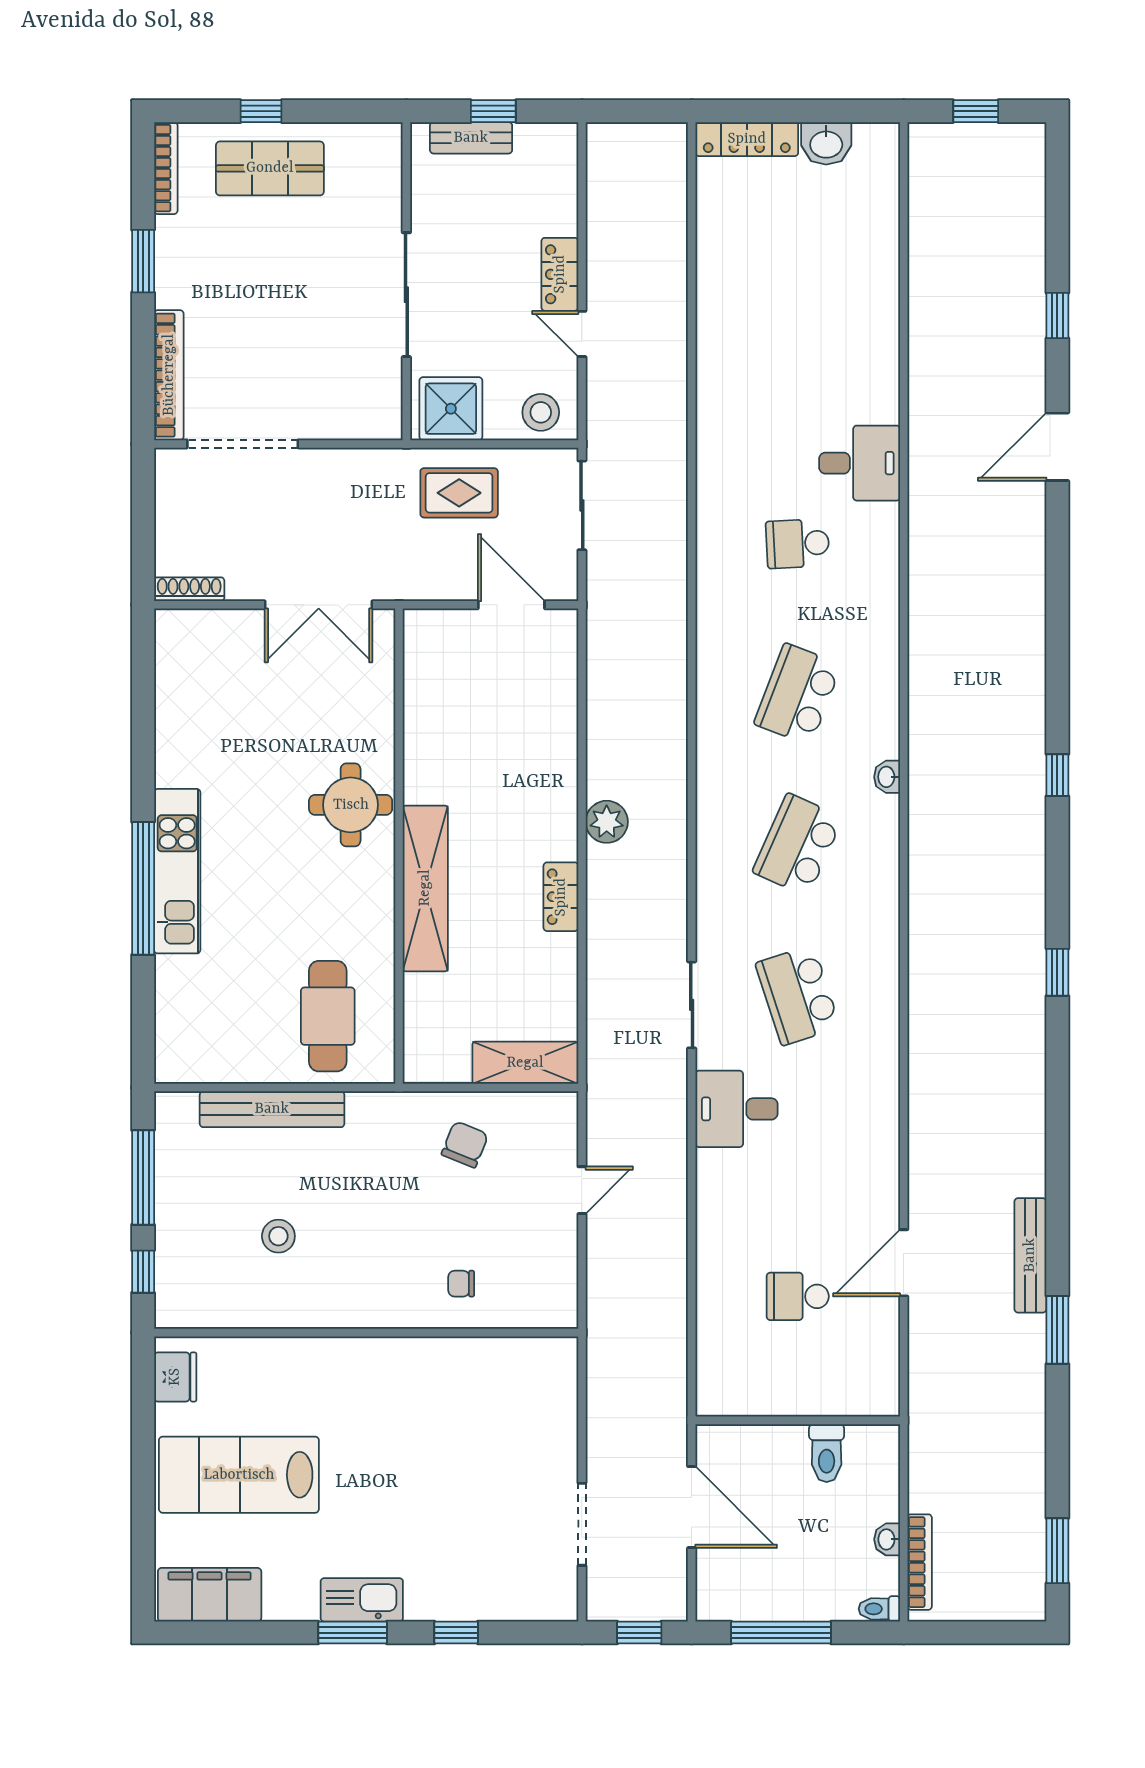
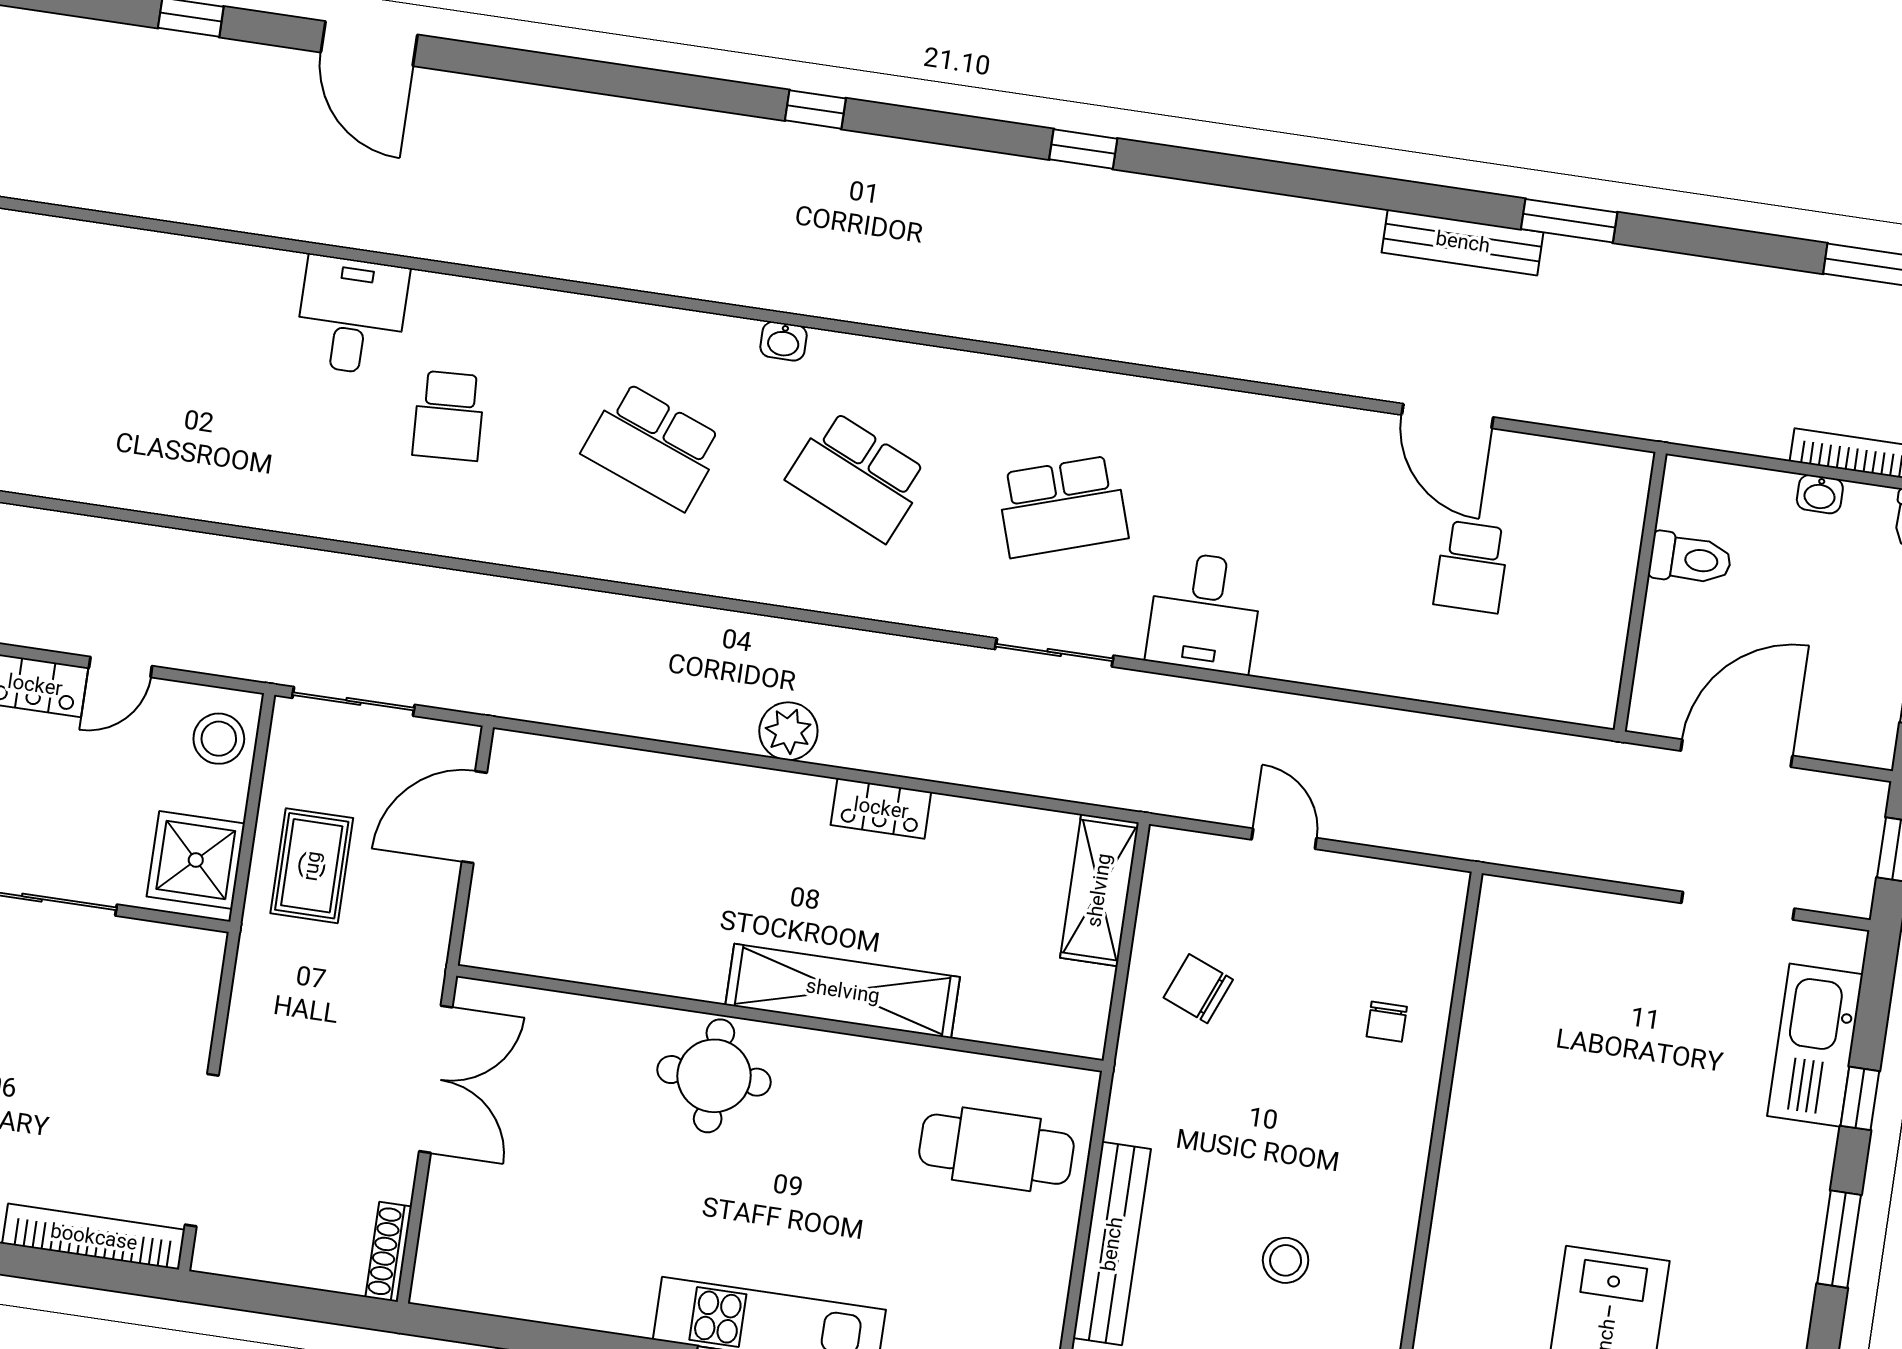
kitchen sink: (362, 1600) -> (1815, 1045), moved, width x1.36, depth x1.24

